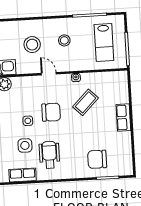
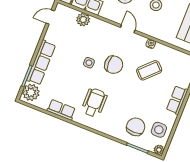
side table: (25, 145) -> (159, 130), moved
chair: (97, 159) -> (136, 127), turned 90
plant: (128, 170) -> (159, 150), added

